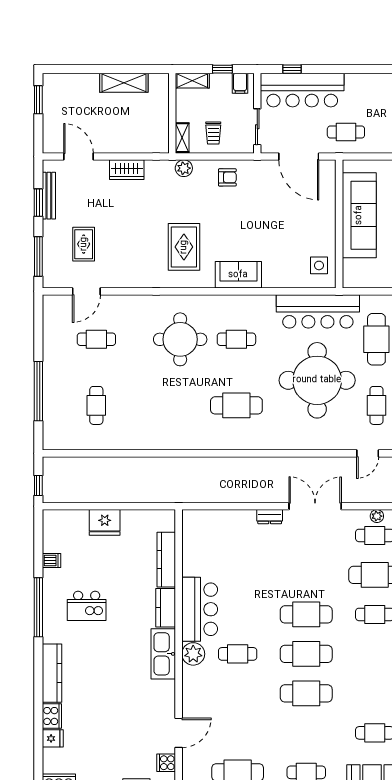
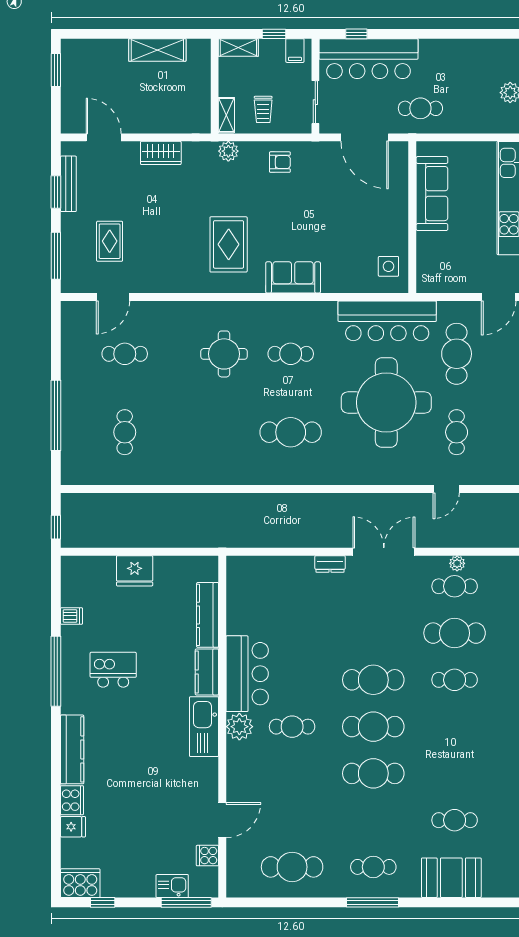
sofa: (359, 215) -> (432, 194), width x0.74, depth x0.79
round table: (180, 339) -> (224, 354), width x0.73, depth x0.73
kitchen island: (87, 606) -> (113, 670), turned 180

